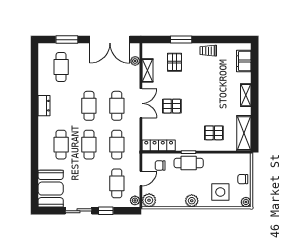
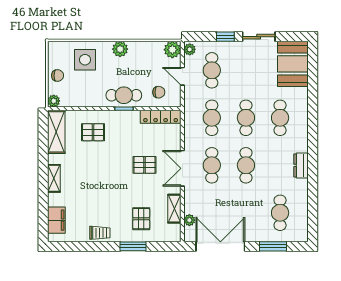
door: (141, 178) -> (182, 76), hinge flipped
plant: (246, 202) -> (54, 101), moved

